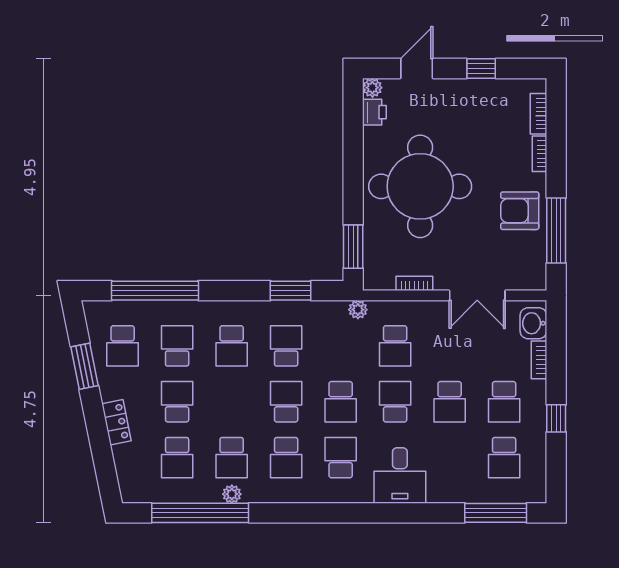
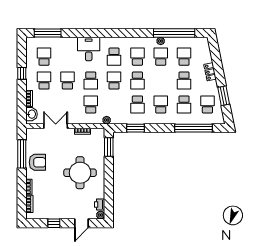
round table: (420, 186) -> (80, 173), width x0.73, depth x0.73

